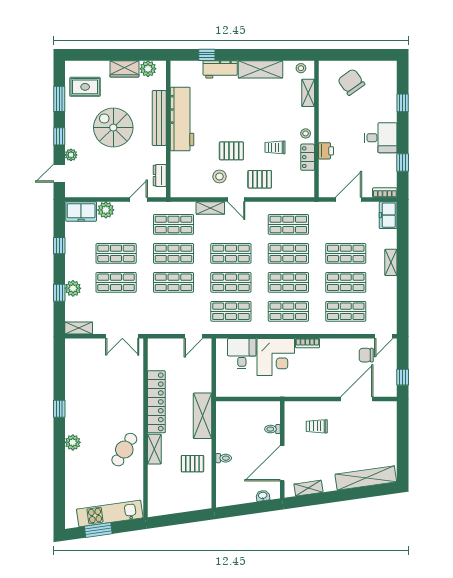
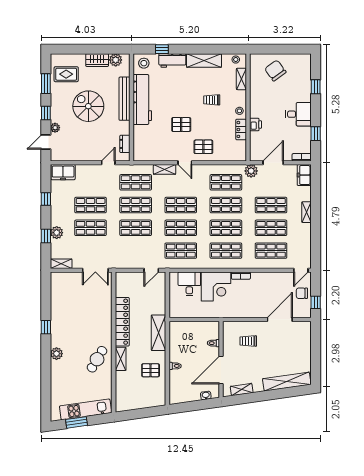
trolley: (275, 147) -> (212, 100), moved
stool: (219, 177) -> (144, 63), moved
plant: (106, 210) -> (251, 171), moved
chair: (366, 355) -> (302, 293), moved

